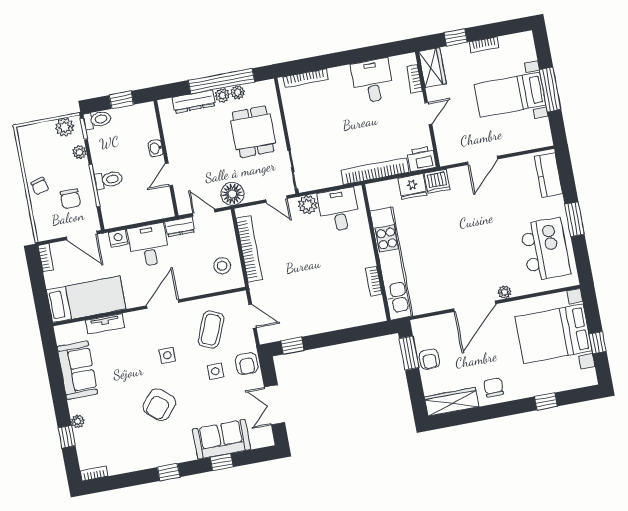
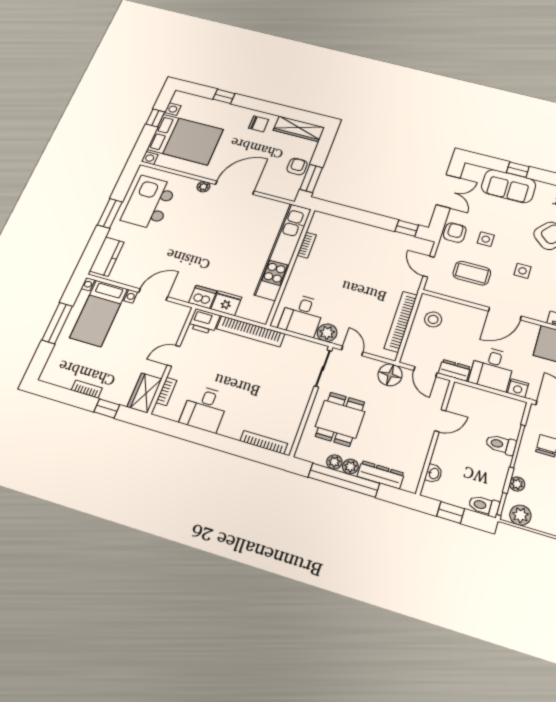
bed with nightstands: (510, 95) -> (99, 313), moved, turned 90
washbasin: (156, 148) -> (434, 473), moved
coffee table: (211, 330) -> (472, 273), turned 67
chair: (494, 387) -> (259, 124), turned -90

